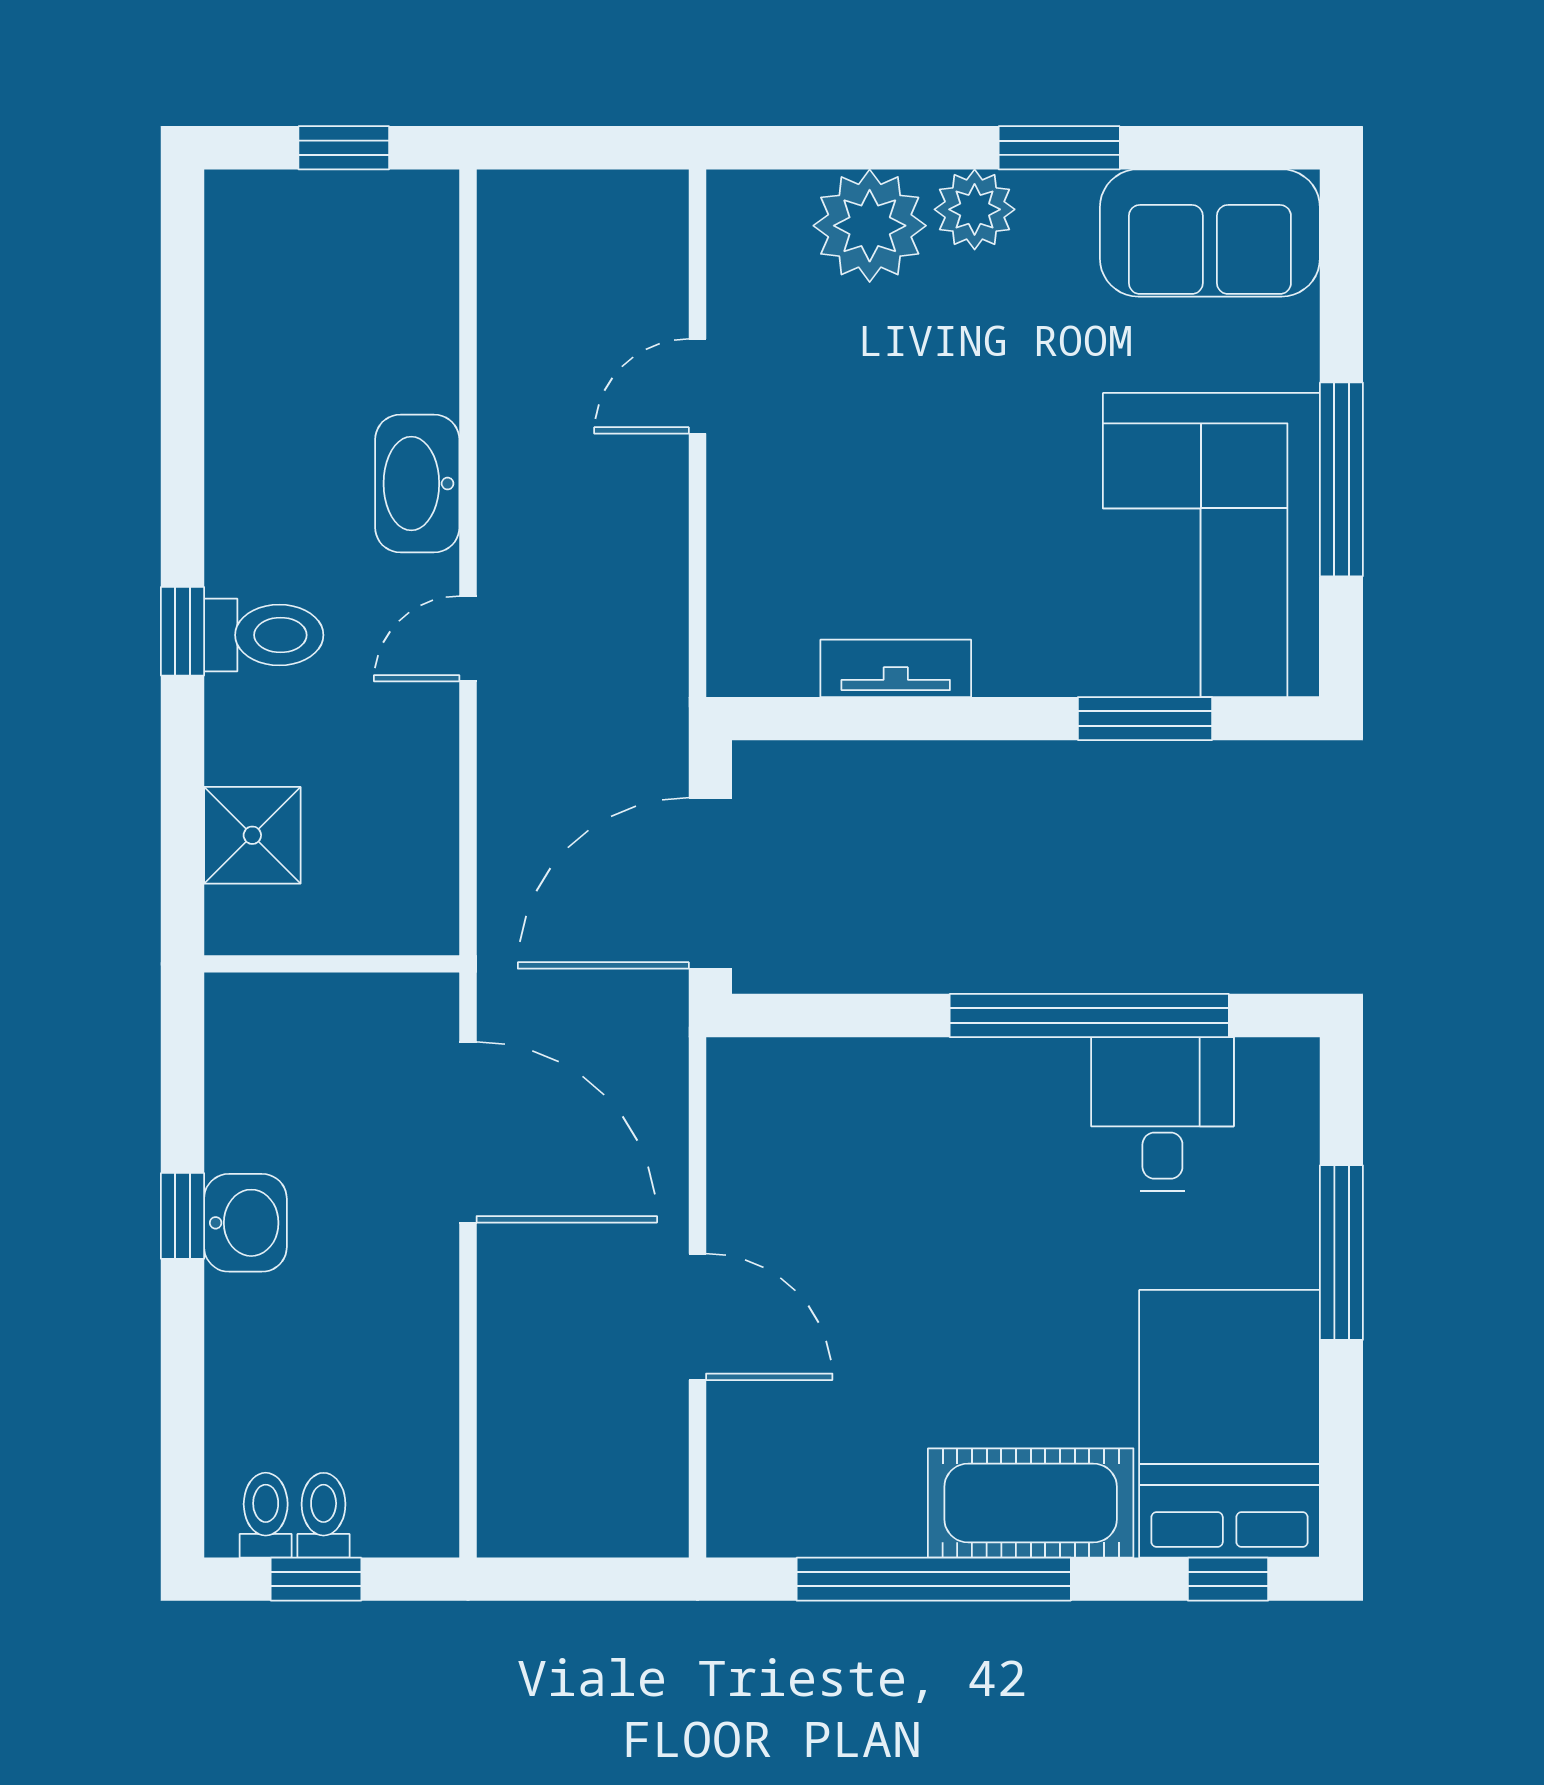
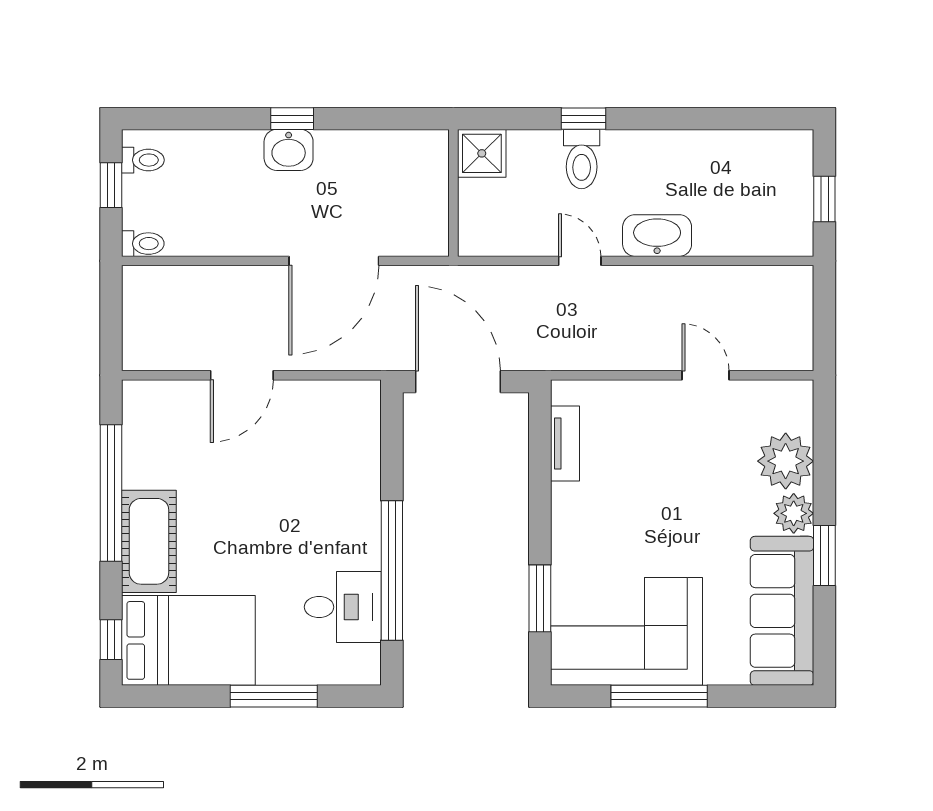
sofa: (1210, 233) -> (782, 611), width x1.36
tv unit: (896, 668) -> (565, 443), moved
wall: (332, 964) -> (453, 193), moved
toilet: (324, 1515) -> (143, 244), moved

